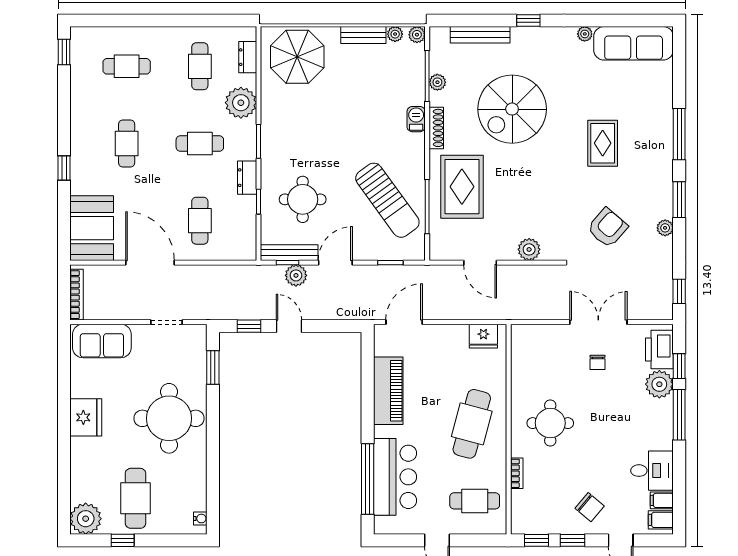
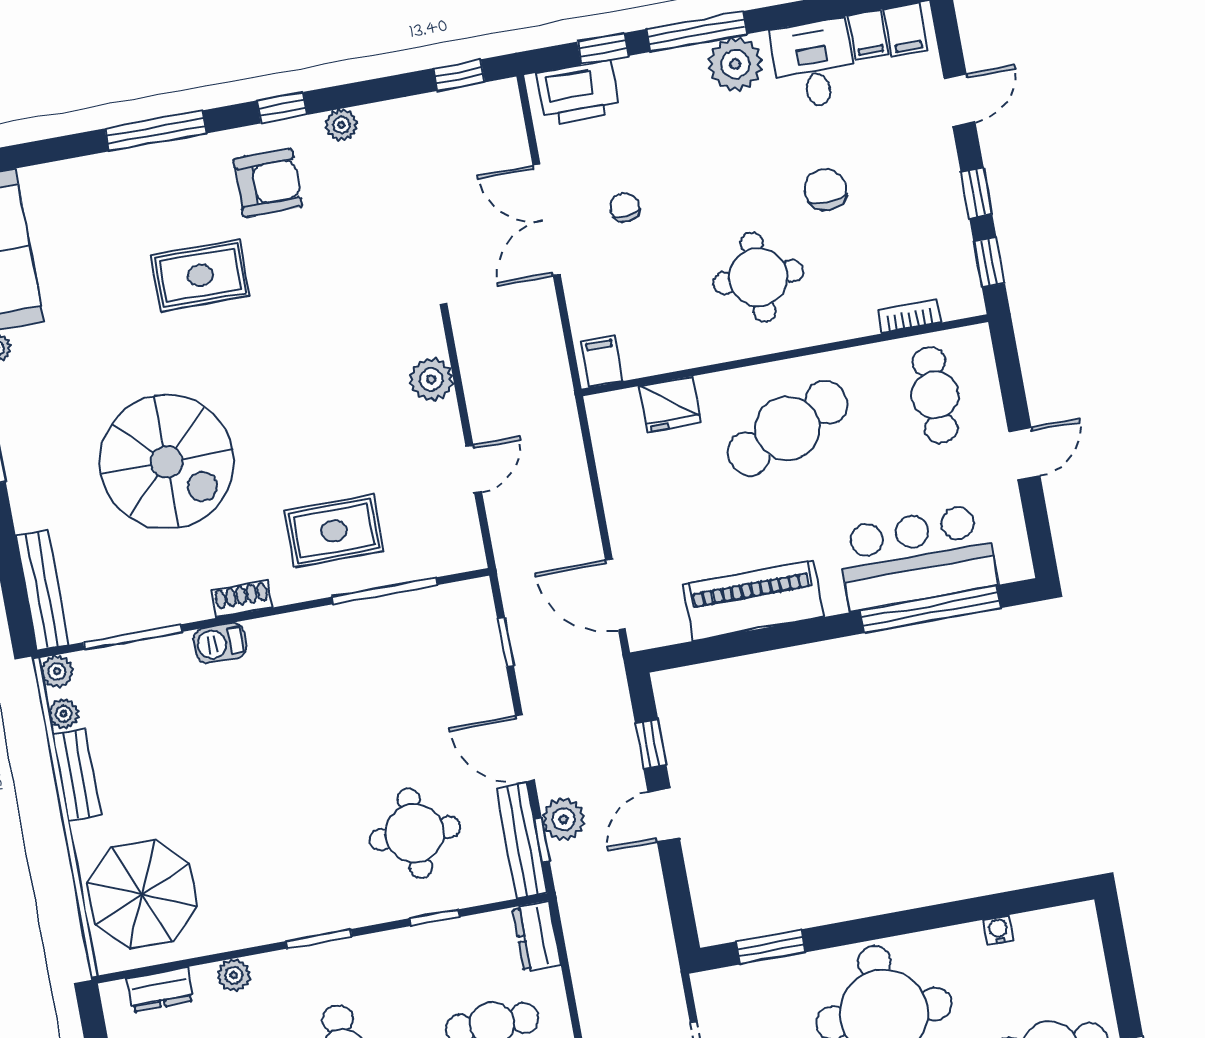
bench: (480, 35) -> (42, 590), moved
plant: (437, 82) -> (141, 615), removed
plant: (241, 103) -> (234, 975), width x0.53, depth x0.53
shoe rack: (436, 128) -> (242, 599), width x0.70
dresser: (247, 178) -> (537, 936), moved, turned 90
rug: (462, 187) -> (334, 531), width x0.73, depth x0.70
sun lounger: (387, 200) -> (386, 670), removed
window: (679, 200) -> (282, 108), width x0.67
armchair: (607, 228) -> (268, 183), moved, turned 139
door: (480, 263) -> (474, 469), width x0.73
window: (249, 326) -> (651, 744), moved
fridge: (483, 336) -> (670, 404), moved, turned 90
filing cabinet: (522, 337) -> (602, 361), added
chair: (598, 362) -> (625, 207), turned -97
plant: (659, 384) -> (735, 64), moved
cafe table: (472, 424) -> (788, 428), turned -38
bookcase: (517, 473) -> (909, 316), moved
chair: (590, 507) -> (825, 190), moved, turned -40
water cooler: (200, 519) -> (998, 930), moved

